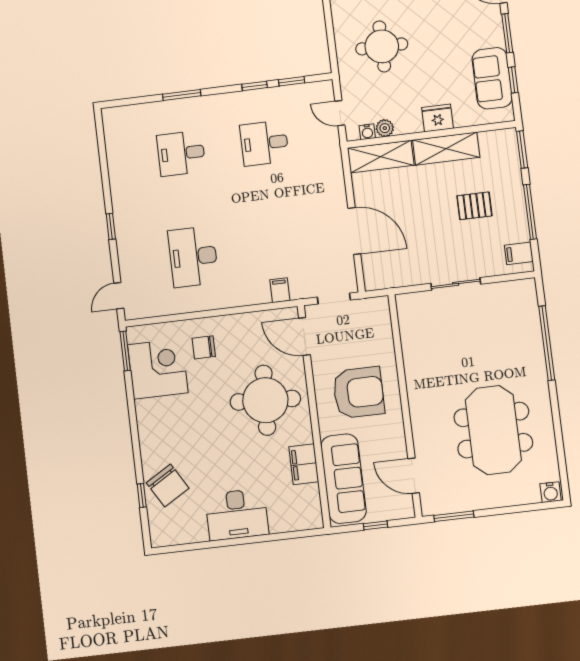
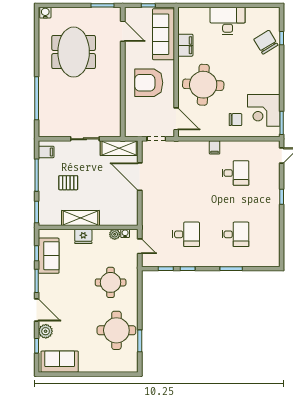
shelving: (381, 157) -> (119, 148), moved
desk: (193, 257) -> (235, 173), width x0.73
filing cabinet: (280, 290) -> (215, 147), moved

